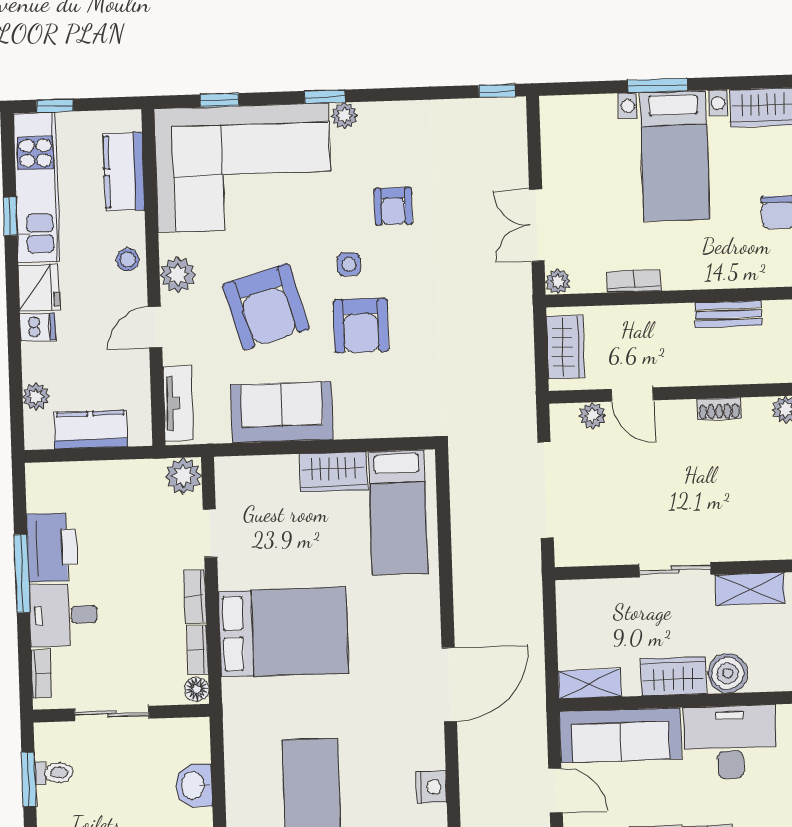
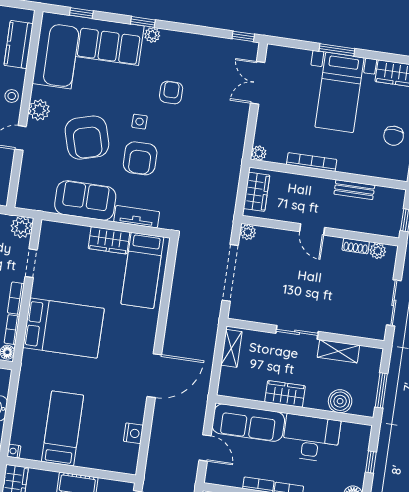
armchair: (393, 206) -> (171, 92), turned 180
double door: (537, 225) -> (258, 83), moved
bookcase: (634, 281) -> (312, 162), width x1.56
door: (632, 395) -> (312, 229), moved
tv unit: (178, 403) -> (137, 217), moved, turned -90
shoe rack: (719, 409) -> (356, 246), moved
plant: (592, 416) -> (248, 232), moved
boiler: (728, 673) -> (340, 401), moved
shelving: (589, 684) -> (231, 348), moved, turned 90

